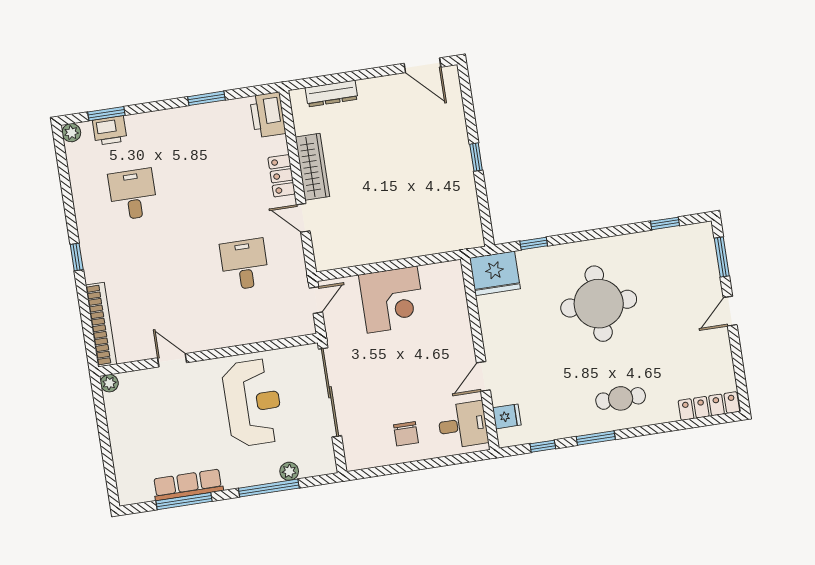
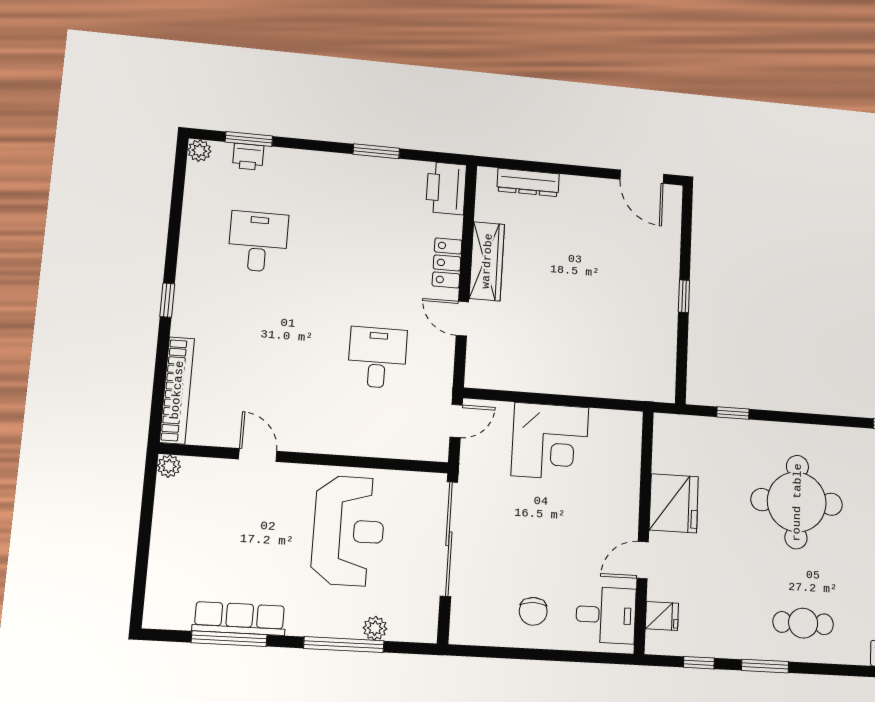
printer: (110, 131) -> (248, 157), width x0.73, depth x0.81
fridge: (495, 273) -> (674, 503), moved, turned -90

